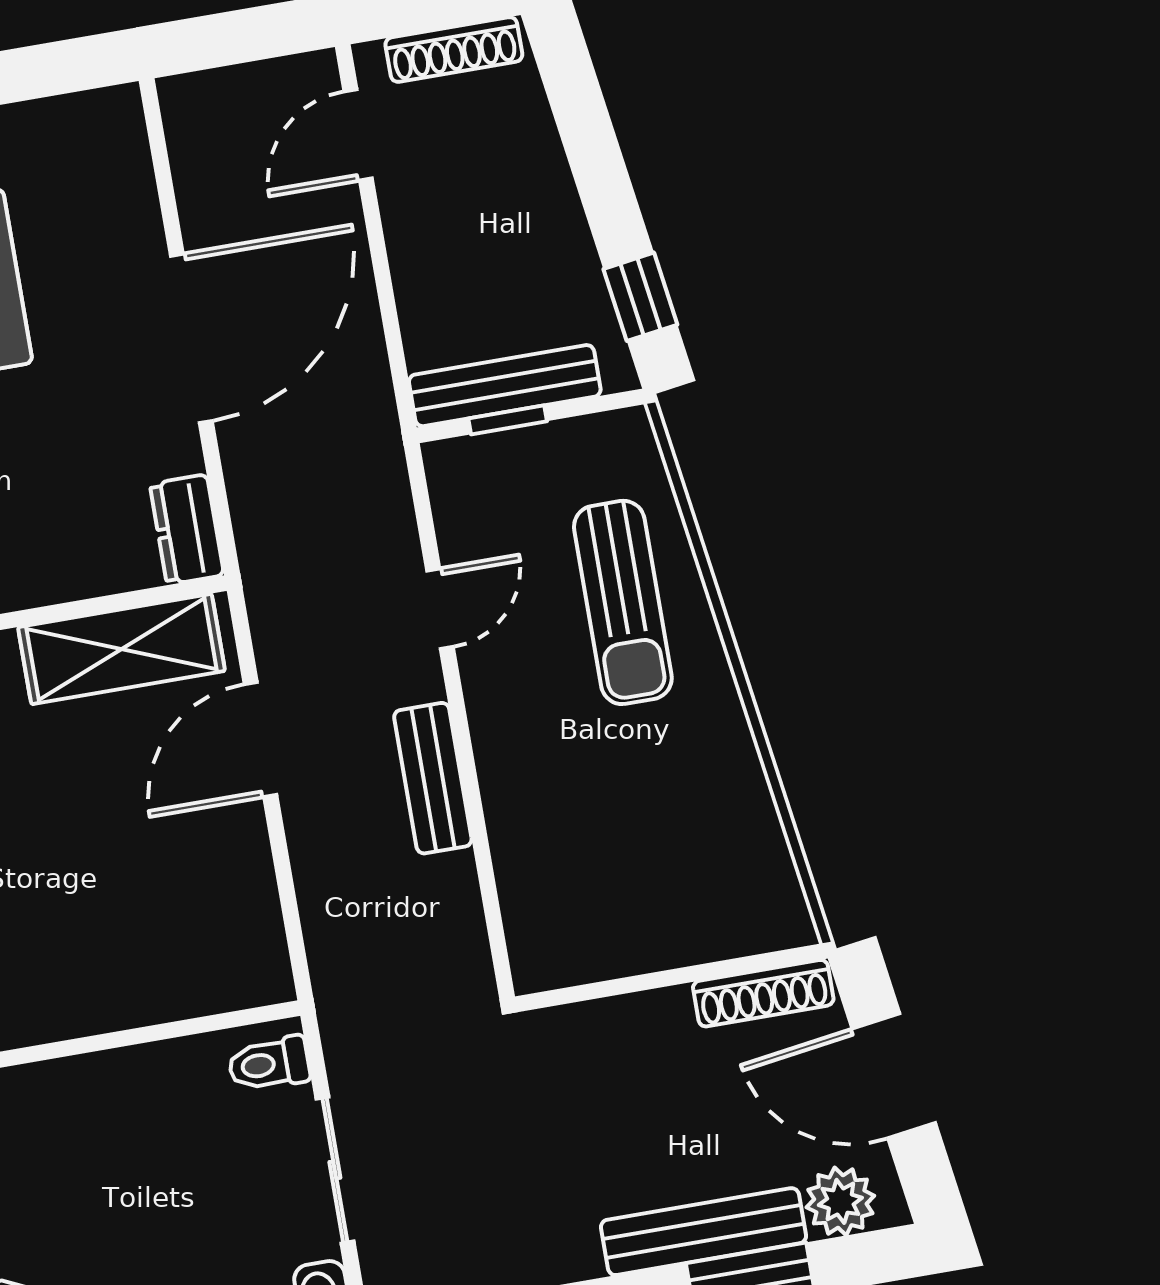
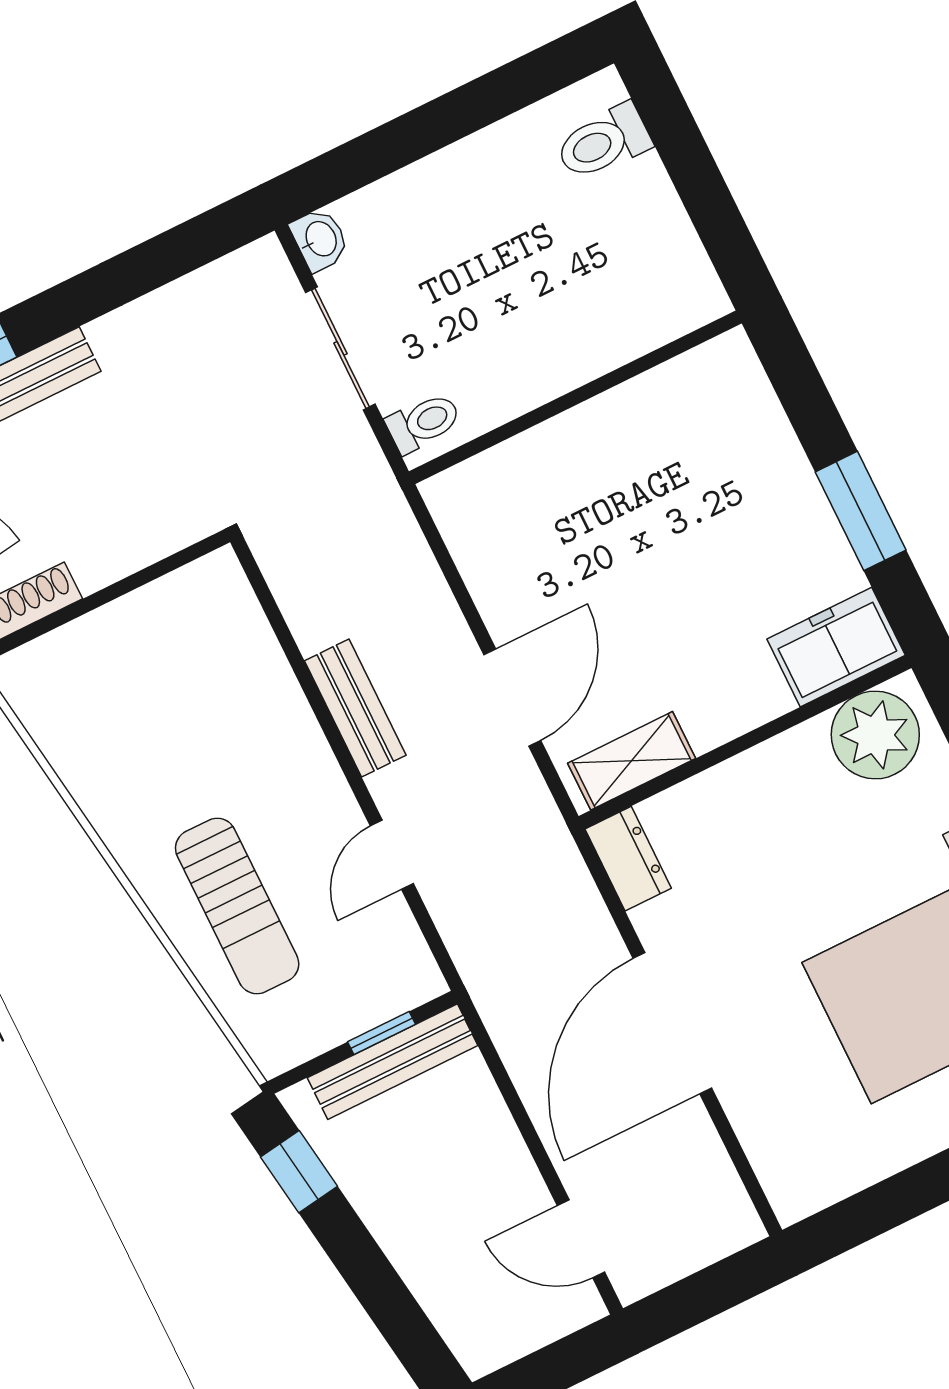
shoe rack: (454, 49) -> (521, 1336), removed
door: (358, 135) -> (581, 1239), swing flipped
sun lounger: (623, 602) -> (237, 906), turned 180
shelving: (122, 649) -> (632, 761), width x0.67, depth x0.75

